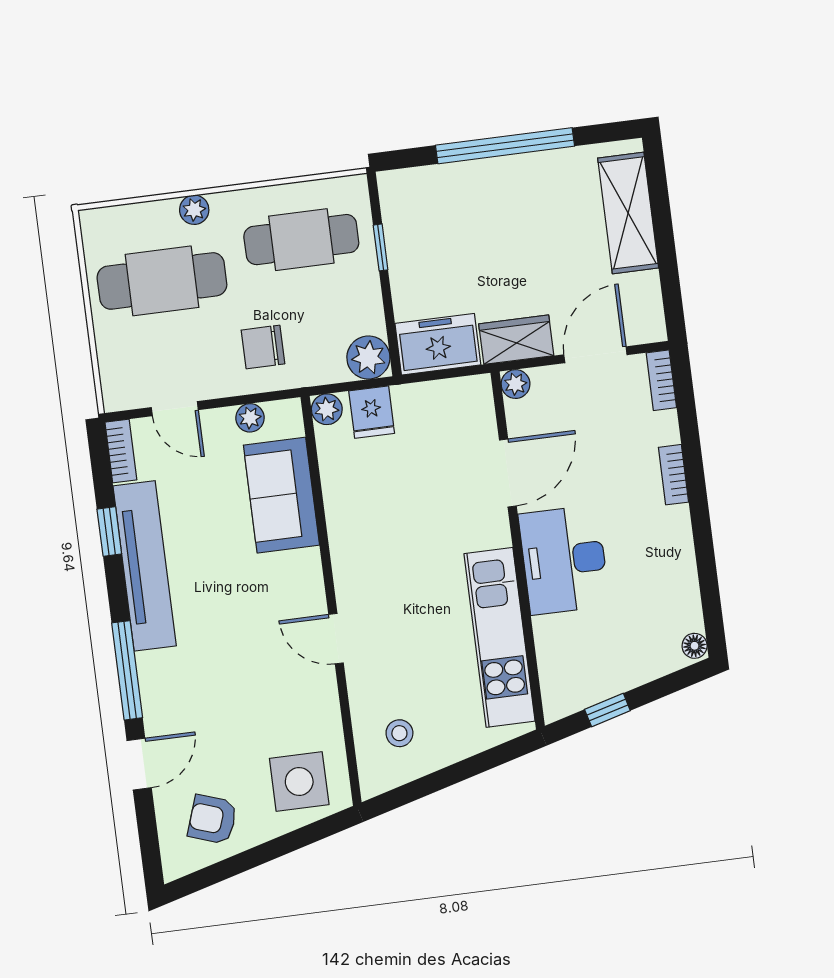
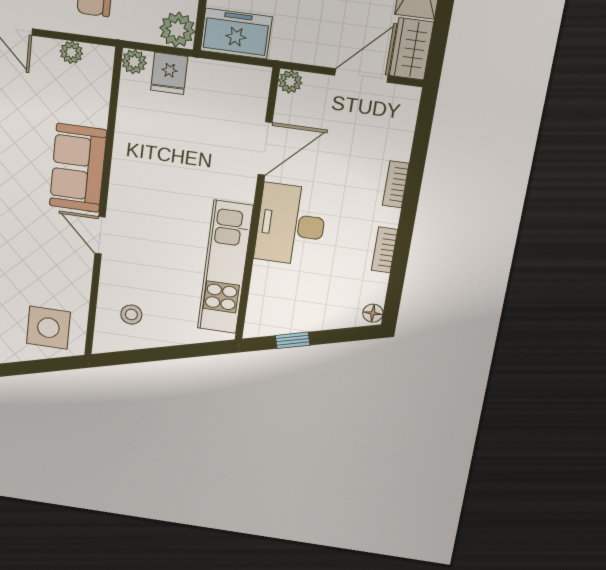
wardrobe: (516, 340) -> (411, 49), moved, turned -90
bookcase: (661, 380) -> (384, 250), moved
sofa: (281, 495) -> (78, 168), moved

